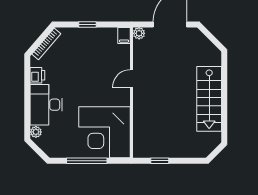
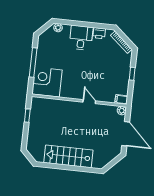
desk: (46, 105) -> (81, 38), width x0.73
corner desk: (105, 132) -> (47, 82), width x0.74, depth x0.74

